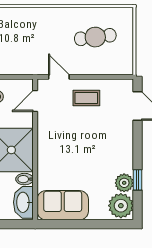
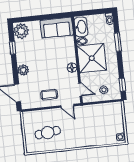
door: (35, 101) -> (80, 90), hinge flipped
floor lamp: (45, 138) -> (72, 68), added
plant: (124, 183) -> (23, 70), moved

